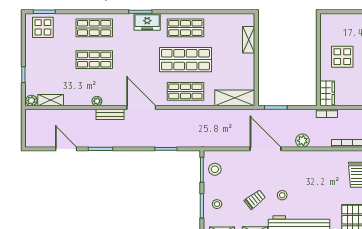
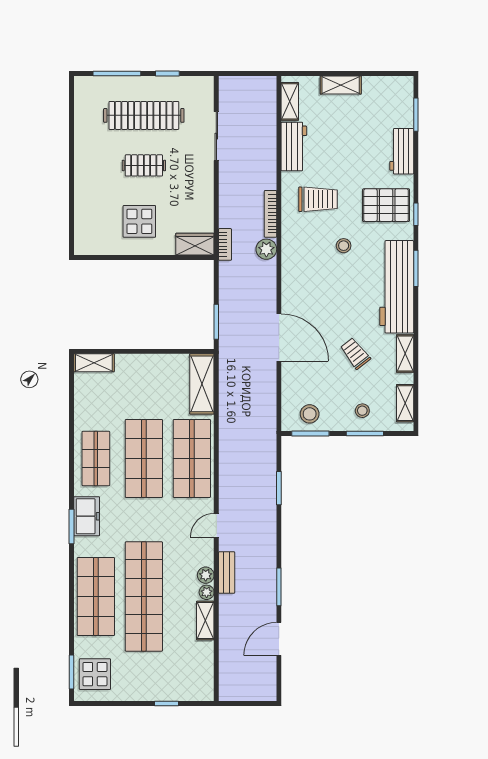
shop shelf: (94, 28) -> (96, 596), width x1.43, depth x1.36
shelving: (249, 40) -> (94, 363), moved
shop shelf: (94, 60) -> (144, 596), width x2.00, depth x1.36
shop shelf: (185, 91) -> (192, 458), width x1.43, depth x1.36
shelving: (51, 100) -> (205, 620), moved
plant: (31, 101) -> (206, 575), moved
door: (141, 108) -> (216, 525), width x0.53
plant: (302, 141) -> (266, 249), moved
door: (265, 149) -> (279, 337), swing flipped
stool: (282, 195) -> (344, 246), moved

